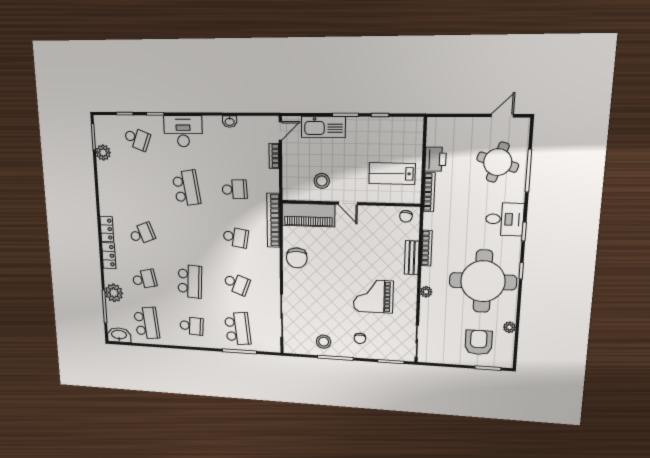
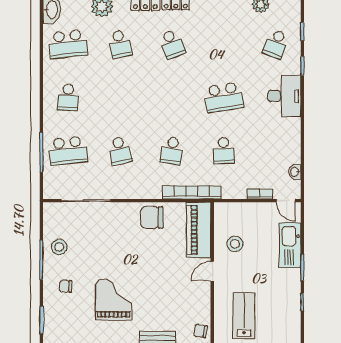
washbasin: (230, 122) -> (295, 172), moved
school desk: (190, 281) -> (120, 97), removed
school desk: (237, 284) -> (120, 151), turned -33

